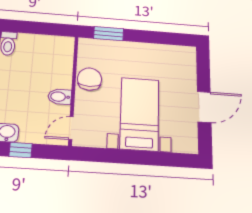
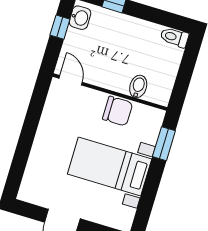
bidet: (60, 97) -> (138, 86), moved
bed with nightstands: (140, 114) -> (110, 167), moved, turned 180

